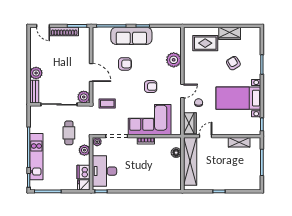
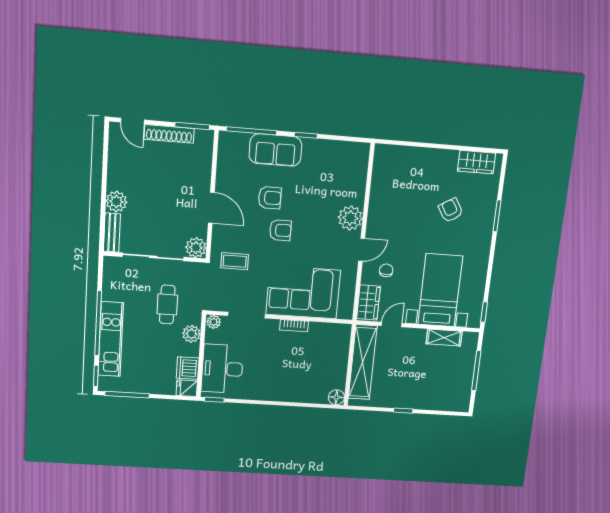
wardrobe: (230, 33) -> (476, 162), moved
sofa: (131, 36) -> (275, 150), width x0.73
rug: (205, 43) -> (408, 173), removed
plant: (174, 60) -> (350, 218), moved
armchair: (151, 87) -> (280, 230), moved
bed with nightstands: (238, 98) -> (440, 290), moved, turned 90
floor lamp: (176, 153) -> (336, 397), moved

